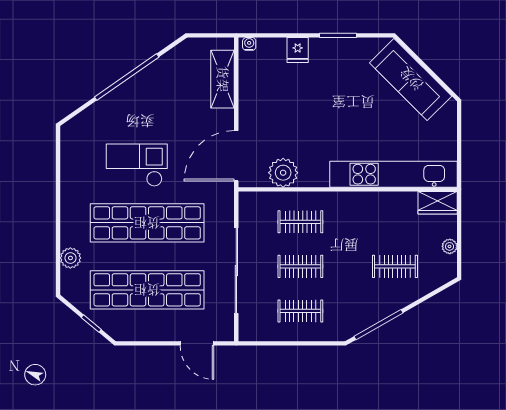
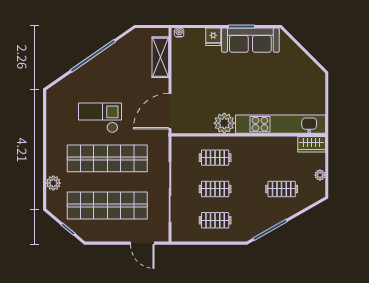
sofa: (411, 79) -> (250, 40), moved, turned -45
plant: (283, 173) -> (224, 123), moved

